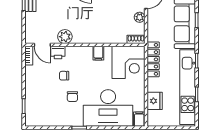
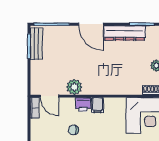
printer: (58, 53) -> (83, 104), moved
filing cabinet: (98, 53) -> (98, 105), moved

